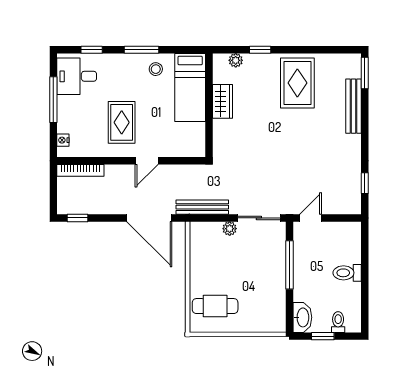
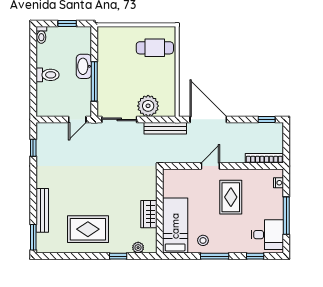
rug: (297, 83) -> (88, 229), turned 90
plant: (230, 229) -> (148, 106), width x1.87, depth x1.87
washbasin: (302, 317) -> (84, 66), moved
toilet: (338, 322) -> (41, 35), moved

